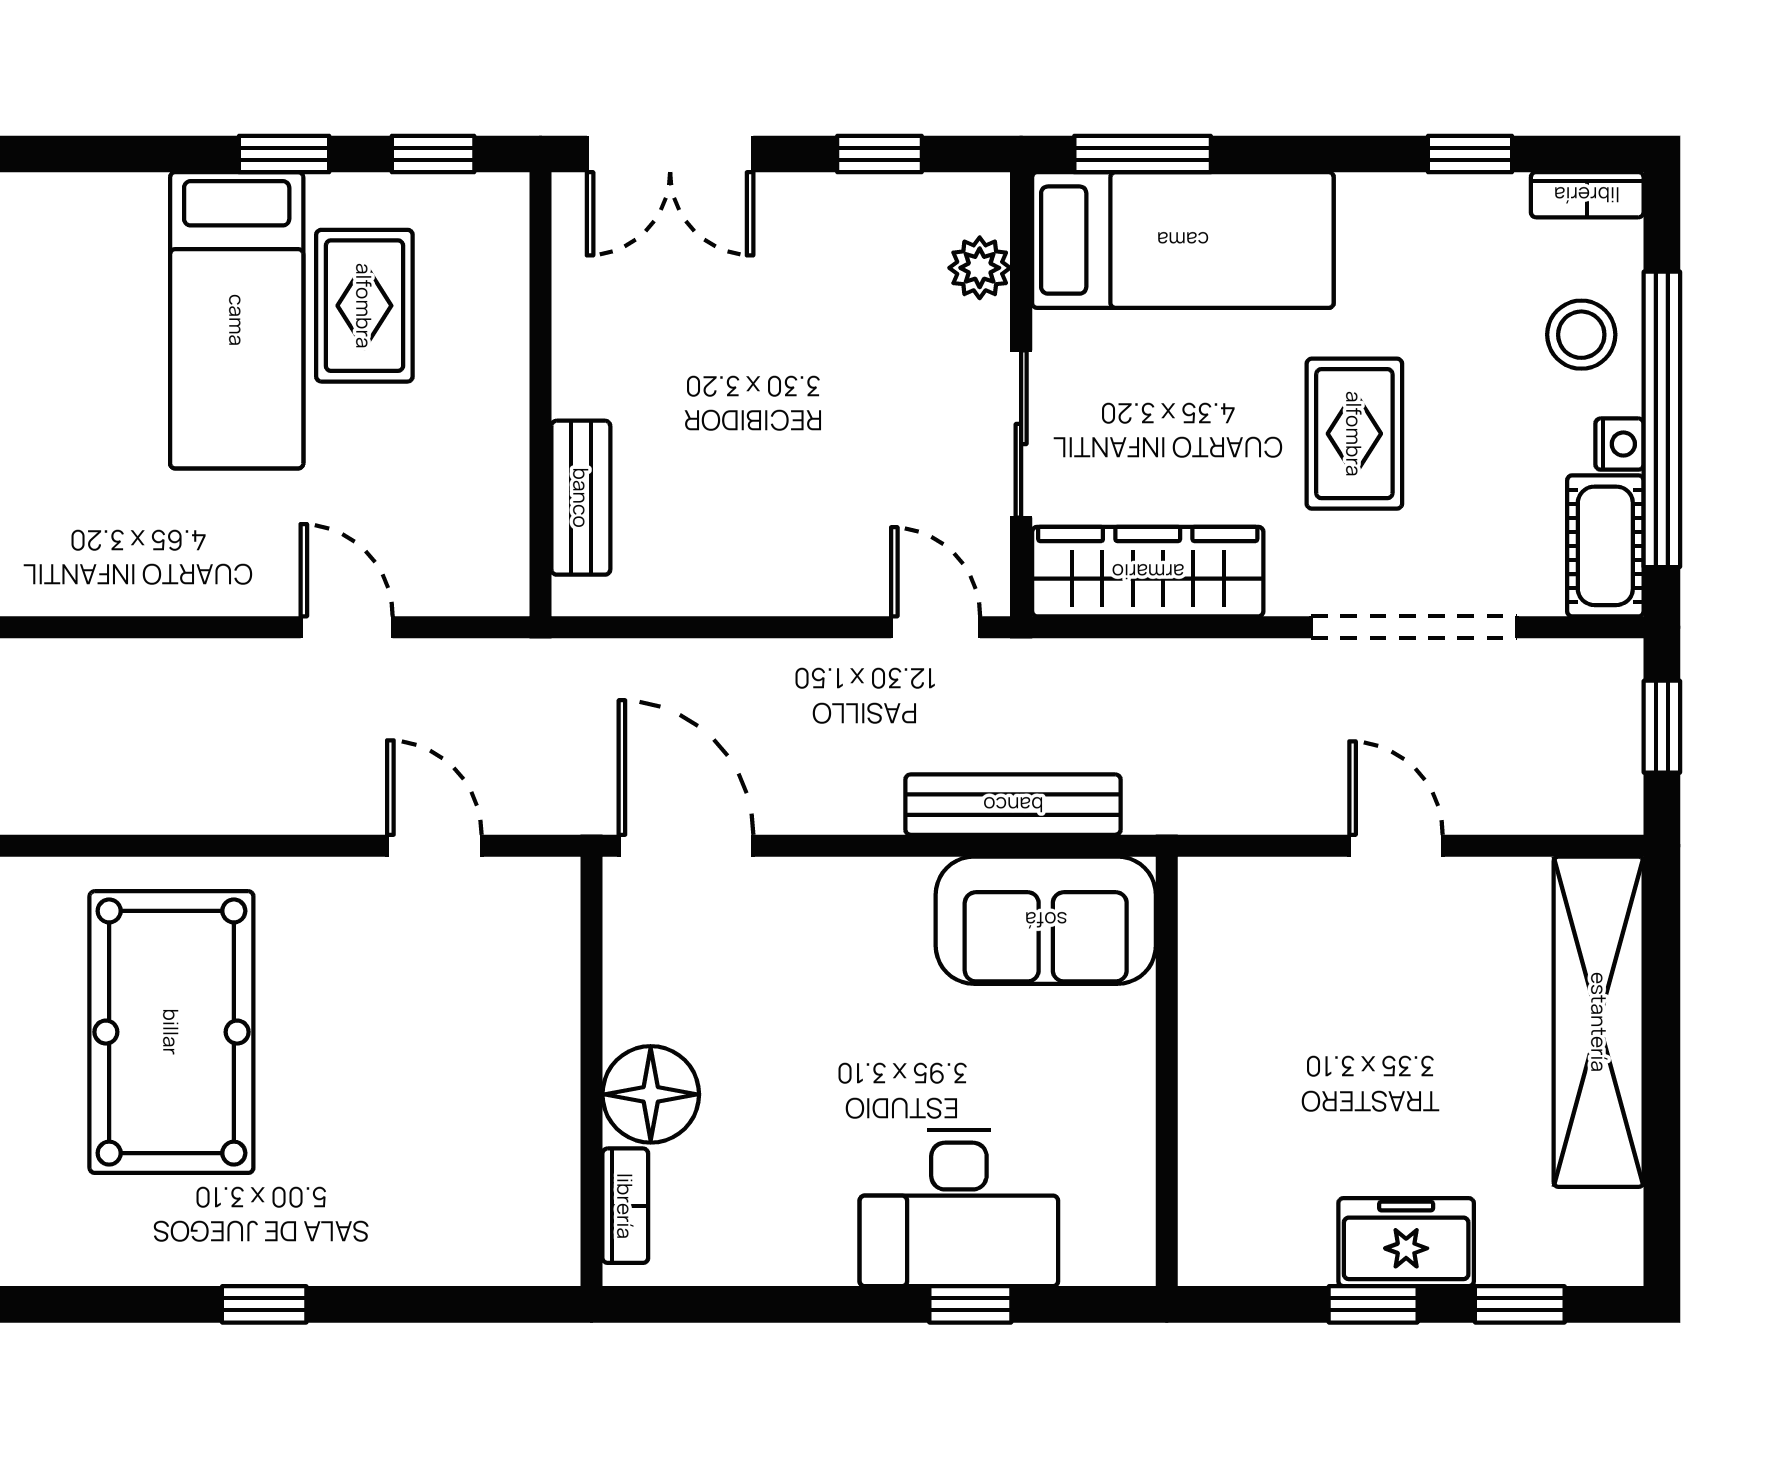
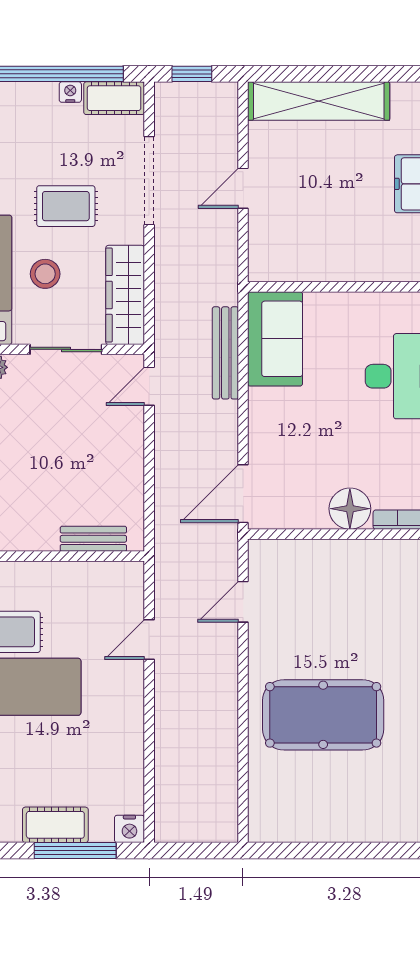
stool: (1581, 335) -> (45, 274), moved

